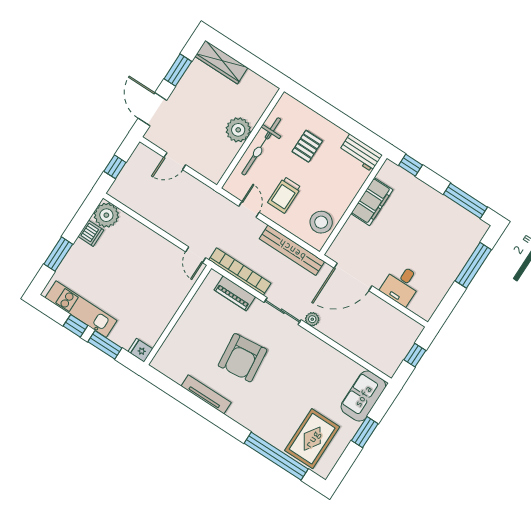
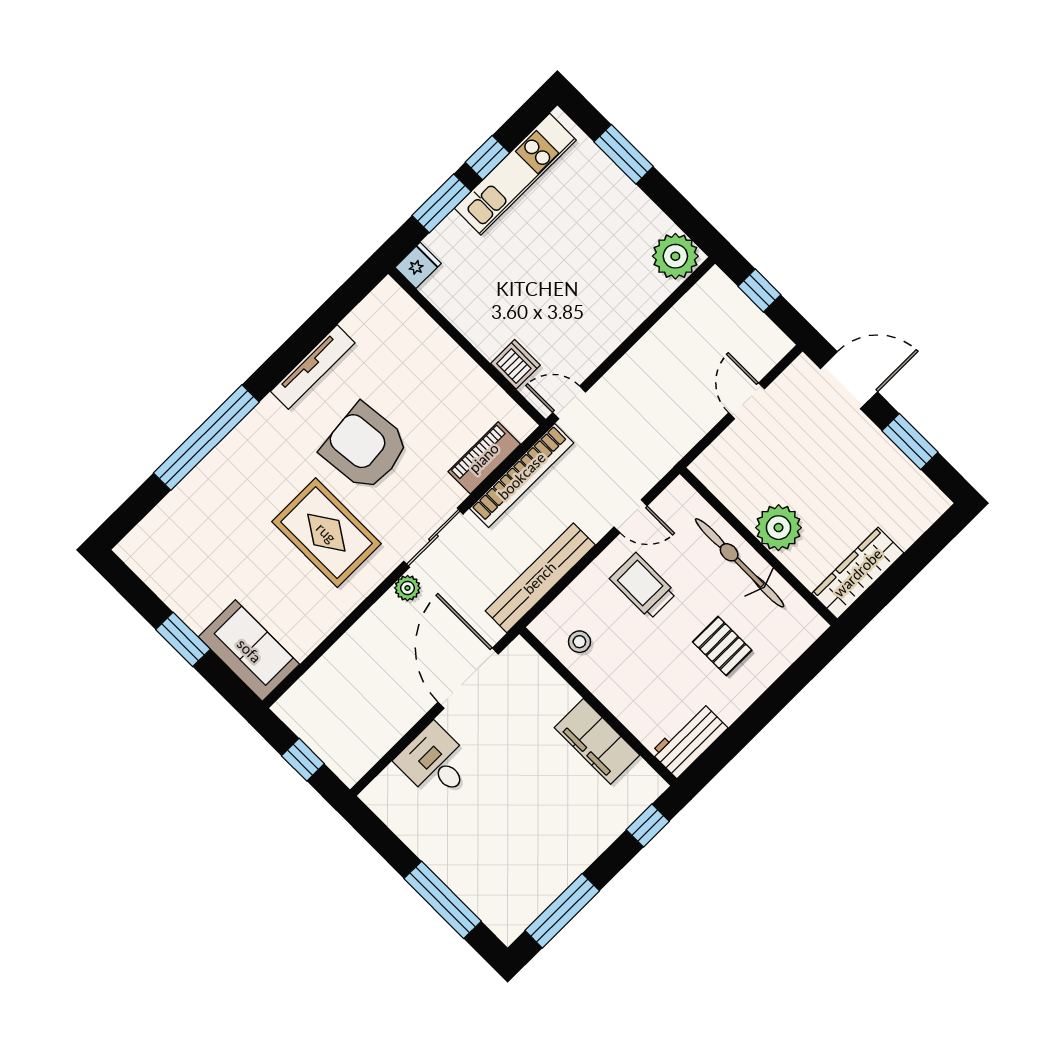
wardrobe: (221, 62) -> (858, 573), moved
stool: (321, 222) -> (579, 642), width x0.53, depth x0.53
dishwasher: (91, 233) -> (515, 364), moved, turned 180
rug: (312, 439) -> (326, 533), moved
window: (276, 456) -> (206, 437), moved

